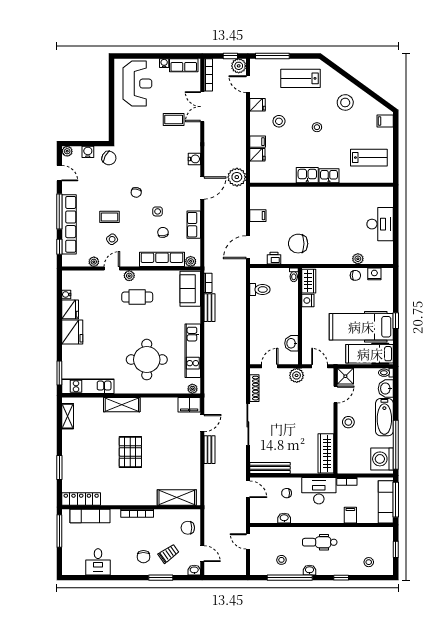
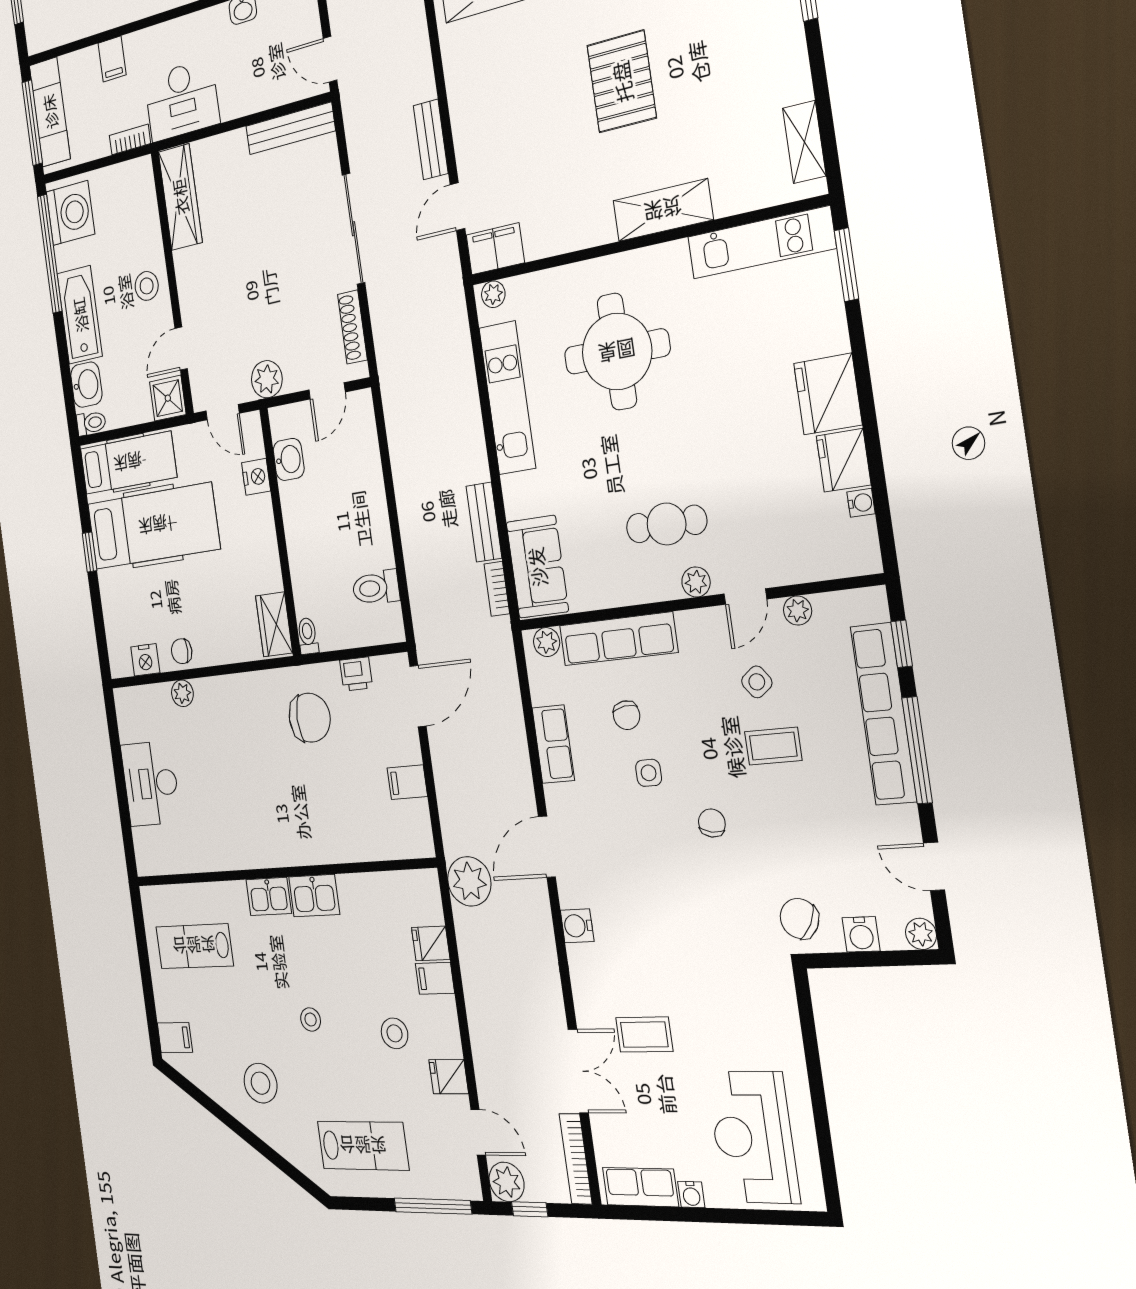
nightstand: (308, 300) -> (256, 477), moved
chair: (287, 493) -> (247, 74), removed

